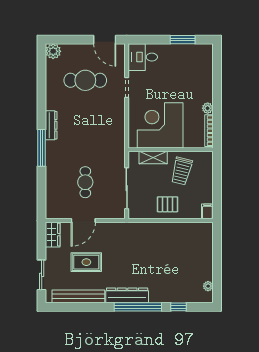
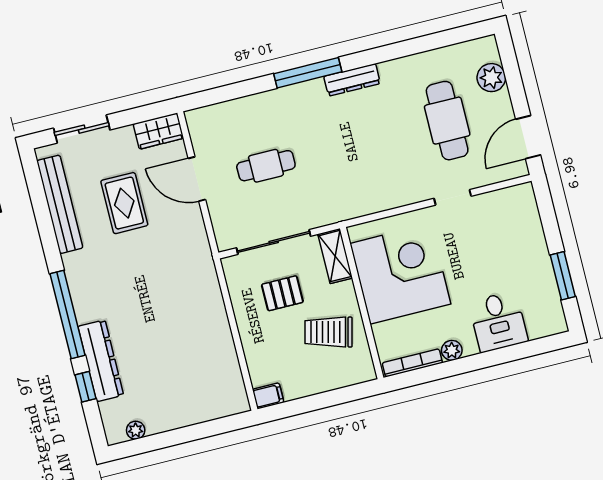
plant: (53, 51) -> (491, 78), moved
desk: (143, 57) -> (498, 322), moved, turned 180
shelving: (153, 158) -> (335, 256), moved
pallet: (168, 204) -> (282, 293), moved, turned 90
dresser: (127, 295) -> (101, 361), moved

